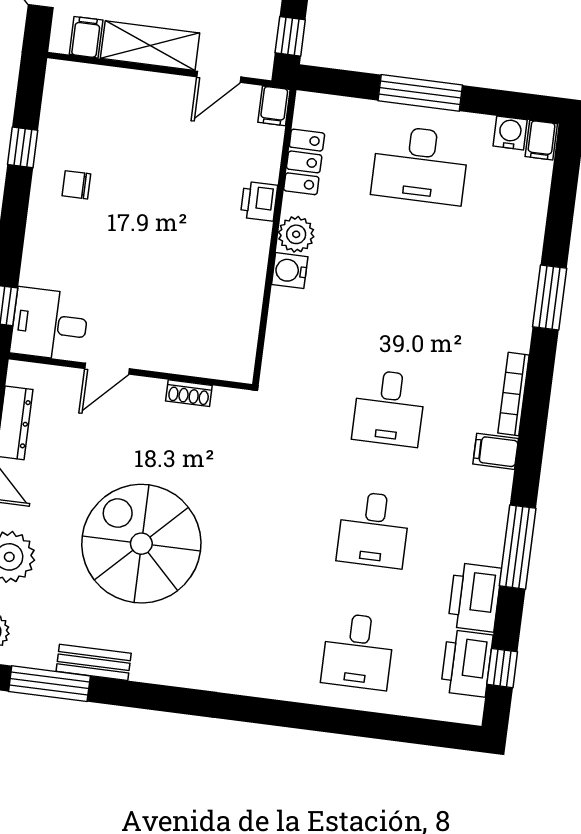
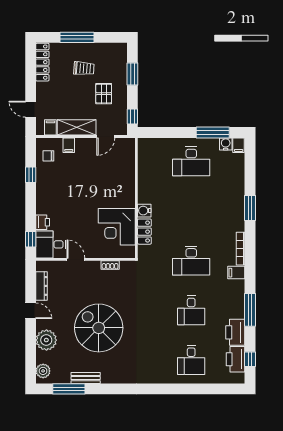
window: (420, 93) -> (213, 132), moved
filing cabinet: (274, 106) -> (69, 145), moved
locker: (304, 162) -> (144, 232), moved
chair: (76, 185) -> (48, 156), moved
printer: (259, 201) -> (43, 222), moved, turned 180
plant: (296, 234) -> (145, 196), removed
corner desk: (217, 301) -> (117, 227), added
door: (107, 369) -> (76, 259), swing flipped
desk: (389, 408) -> (191, 261), width x1.37

